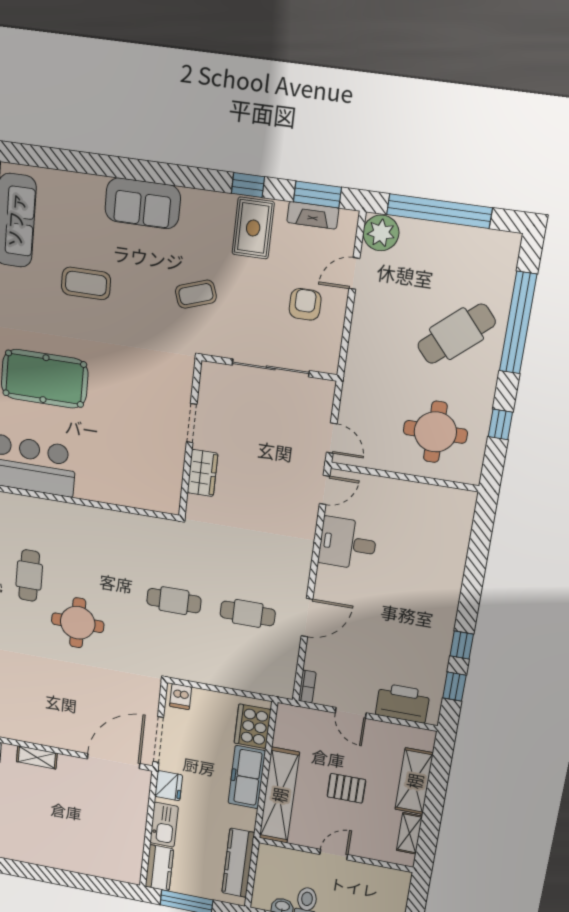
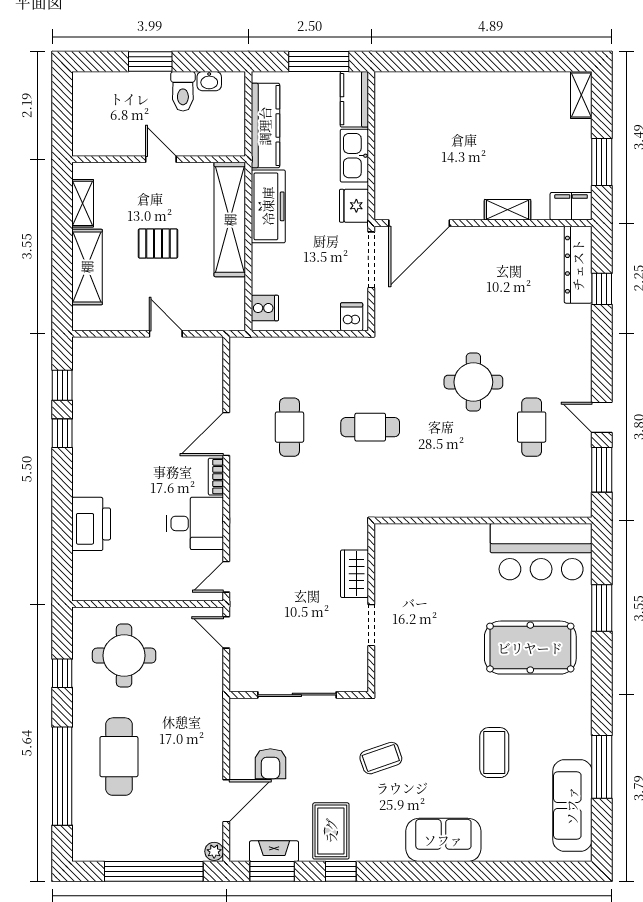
plant: (381, 233) -> (214, 851), width x0.53, depth x0.53
door: (354, 273) -> (226, 801), width x1.38
coffee table: (86, 283) -> (494, 753), turned 90
cafe table: (456, 334) -> (119, 757), turned -49
cafe table: (248, 613) -> (289, 427), turned 90
bookcase: (307, 687) -> (216, 477), moved
printer: (403, 703) -> (91, 524), moved, turned -90
cooker: (252, 726) -> (265, 308), width x0.53, depth x0.76
freezer: (247, 777) -> (268, 206), moved
door: (334, 855) -> (161, 159), swing flipped

